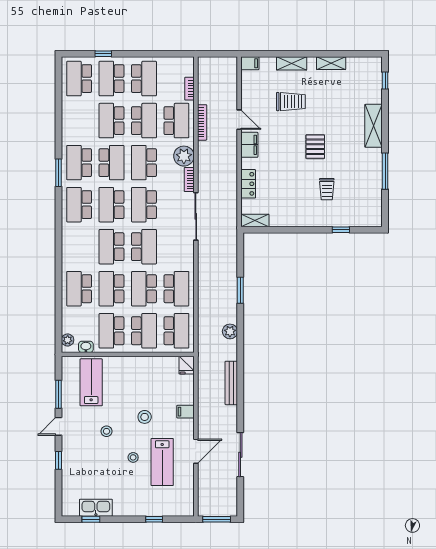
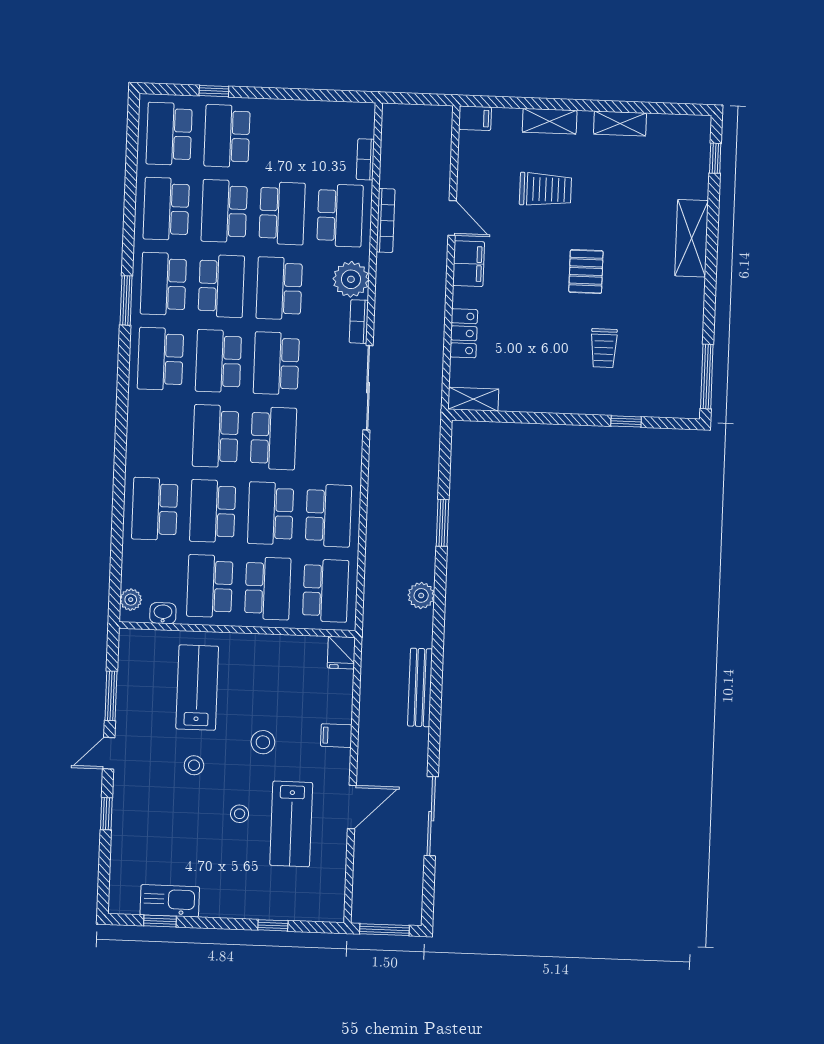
school desk: (144, 79) -> (166, 209), moved, turned 180
window: (385, 171) -> (707, 376), moved
lab bench: (91, 382) -> (197, 688), moved

